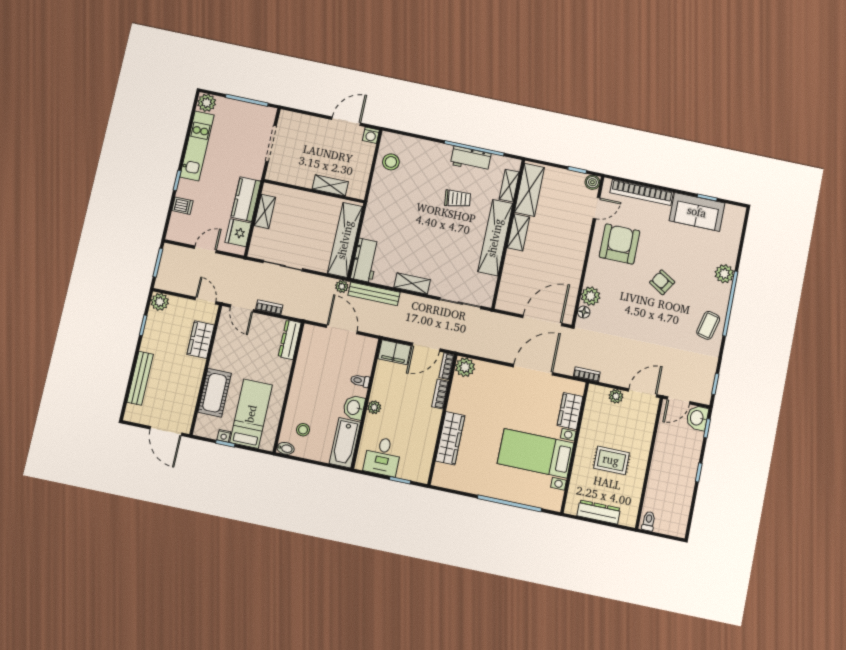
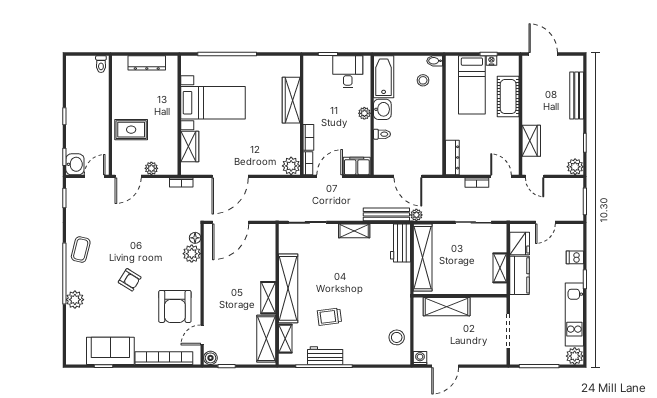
shelving: (330, 185) -> (447, 307), width x1.50, depth x1.33
rug: (611, 460) -> (131, 130), moved

